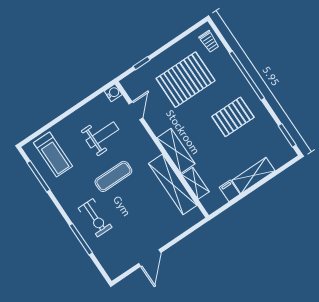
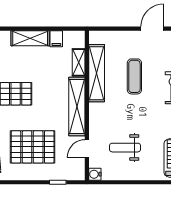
shelving: (176, 151) -> (77, 107), width x1.47
exercise mat: (113, 176) -> (134, 76), moved, turned 90

